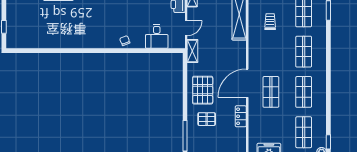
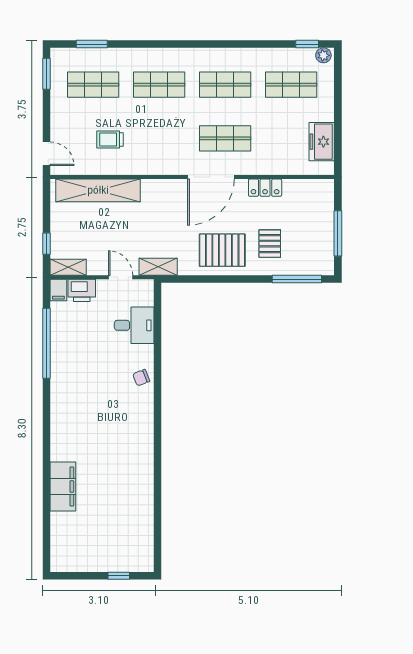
door: (247, 83) -> (211, 177), hinge flipped

